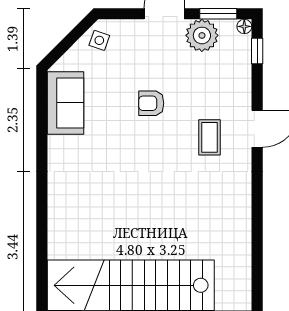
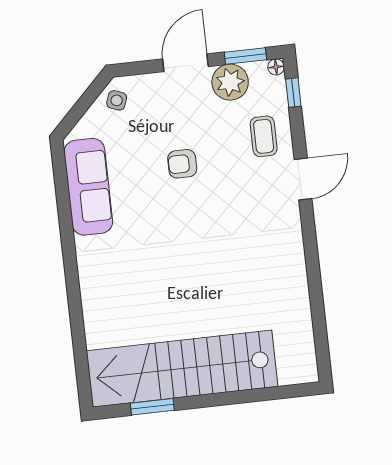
sofa: (66, 103) -> (88, 187), width x1.36
coffee table: (210, 137) -> (264, 136), moved

